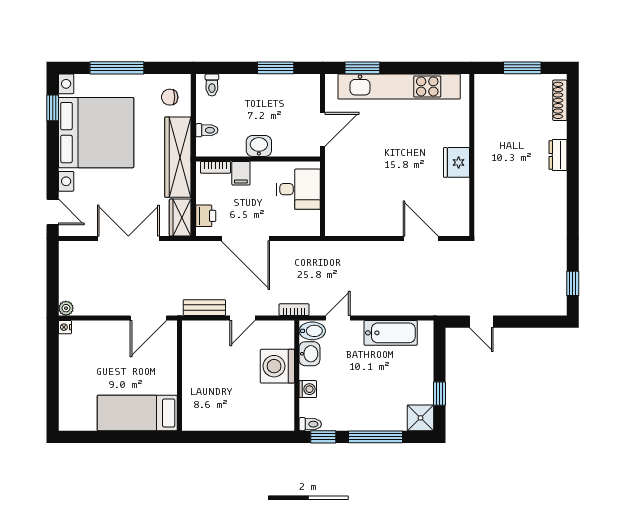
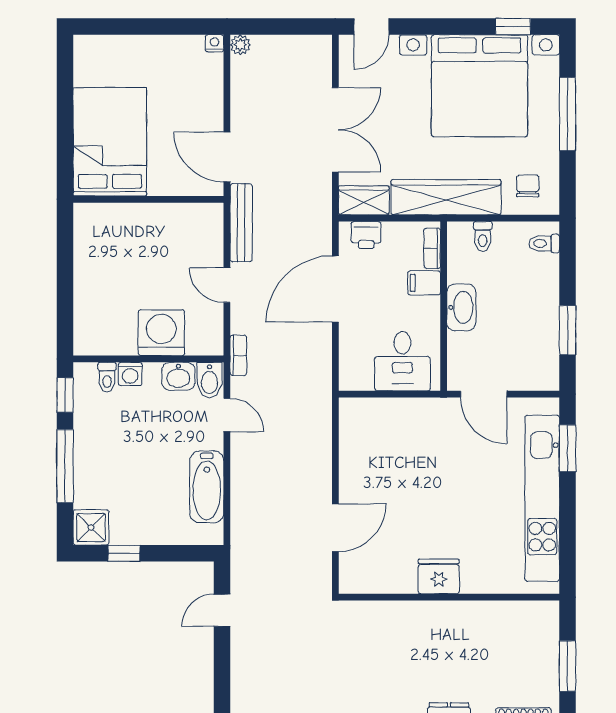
washbasin: (259, 146) -> (461, 307), width x1.38
bench: (204, 308) -> (241, 223), width x1.36
bed: (137, 413) -> (110, 142), width x1.50
toilet: (310, 424) -> (107, 377), moved

